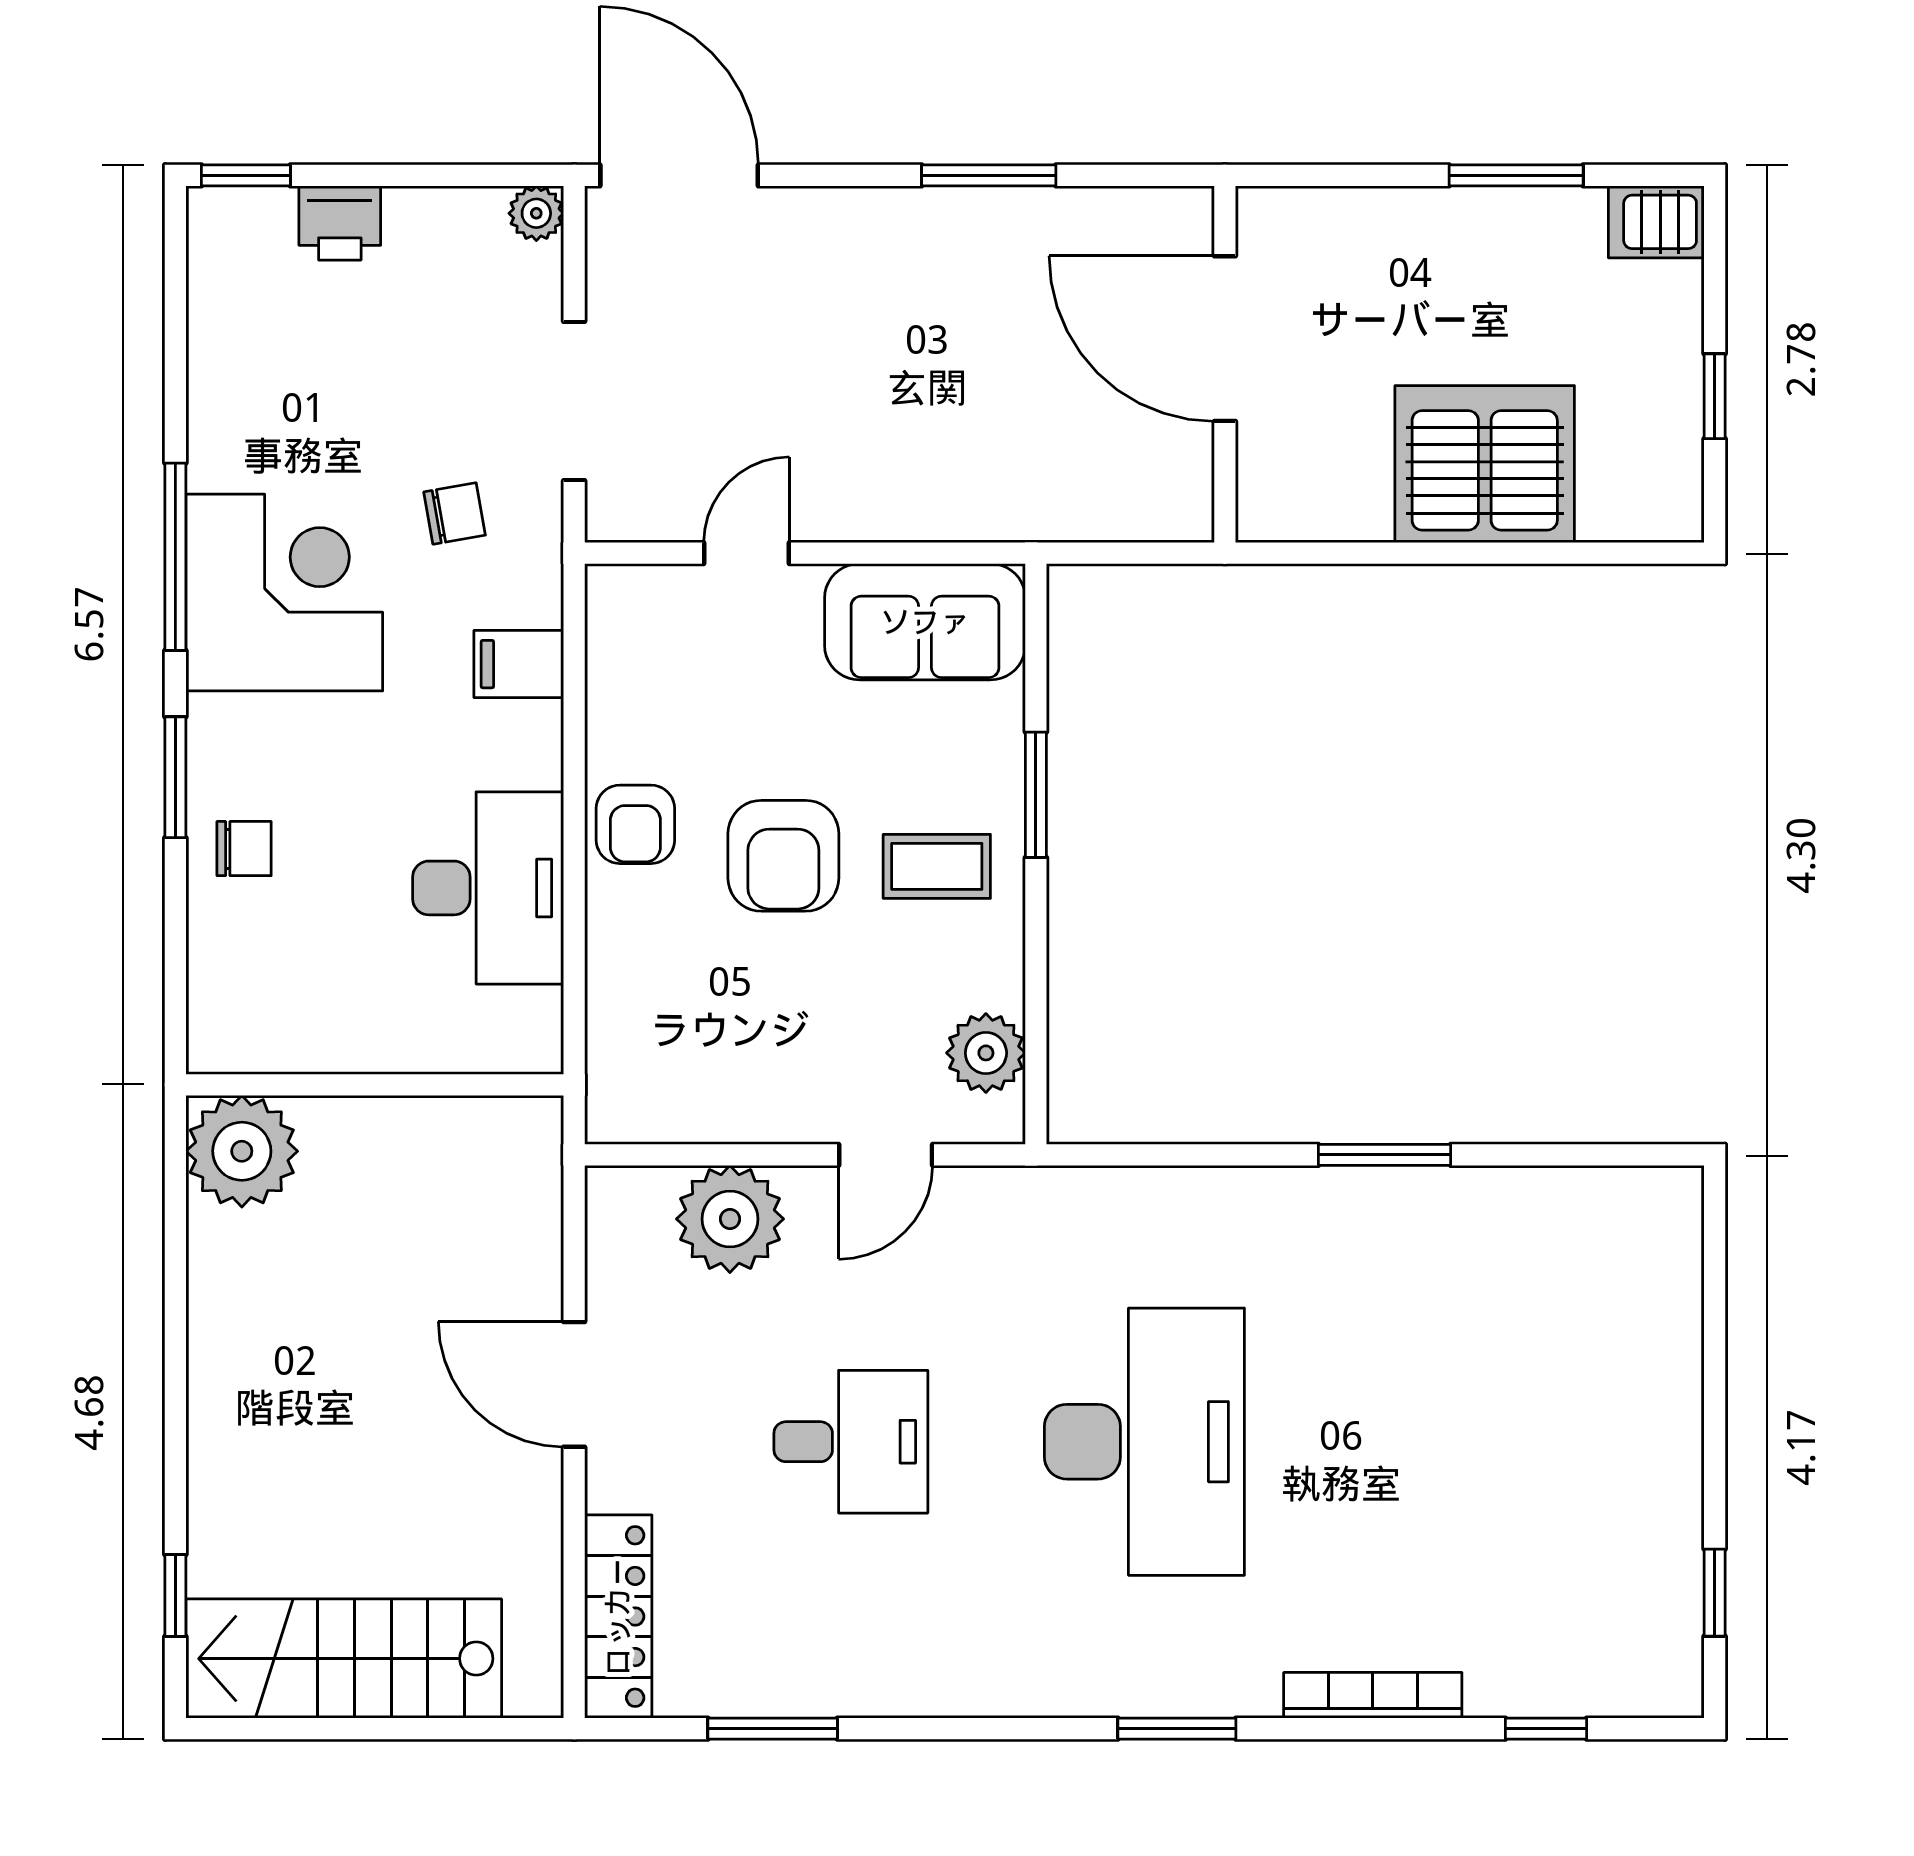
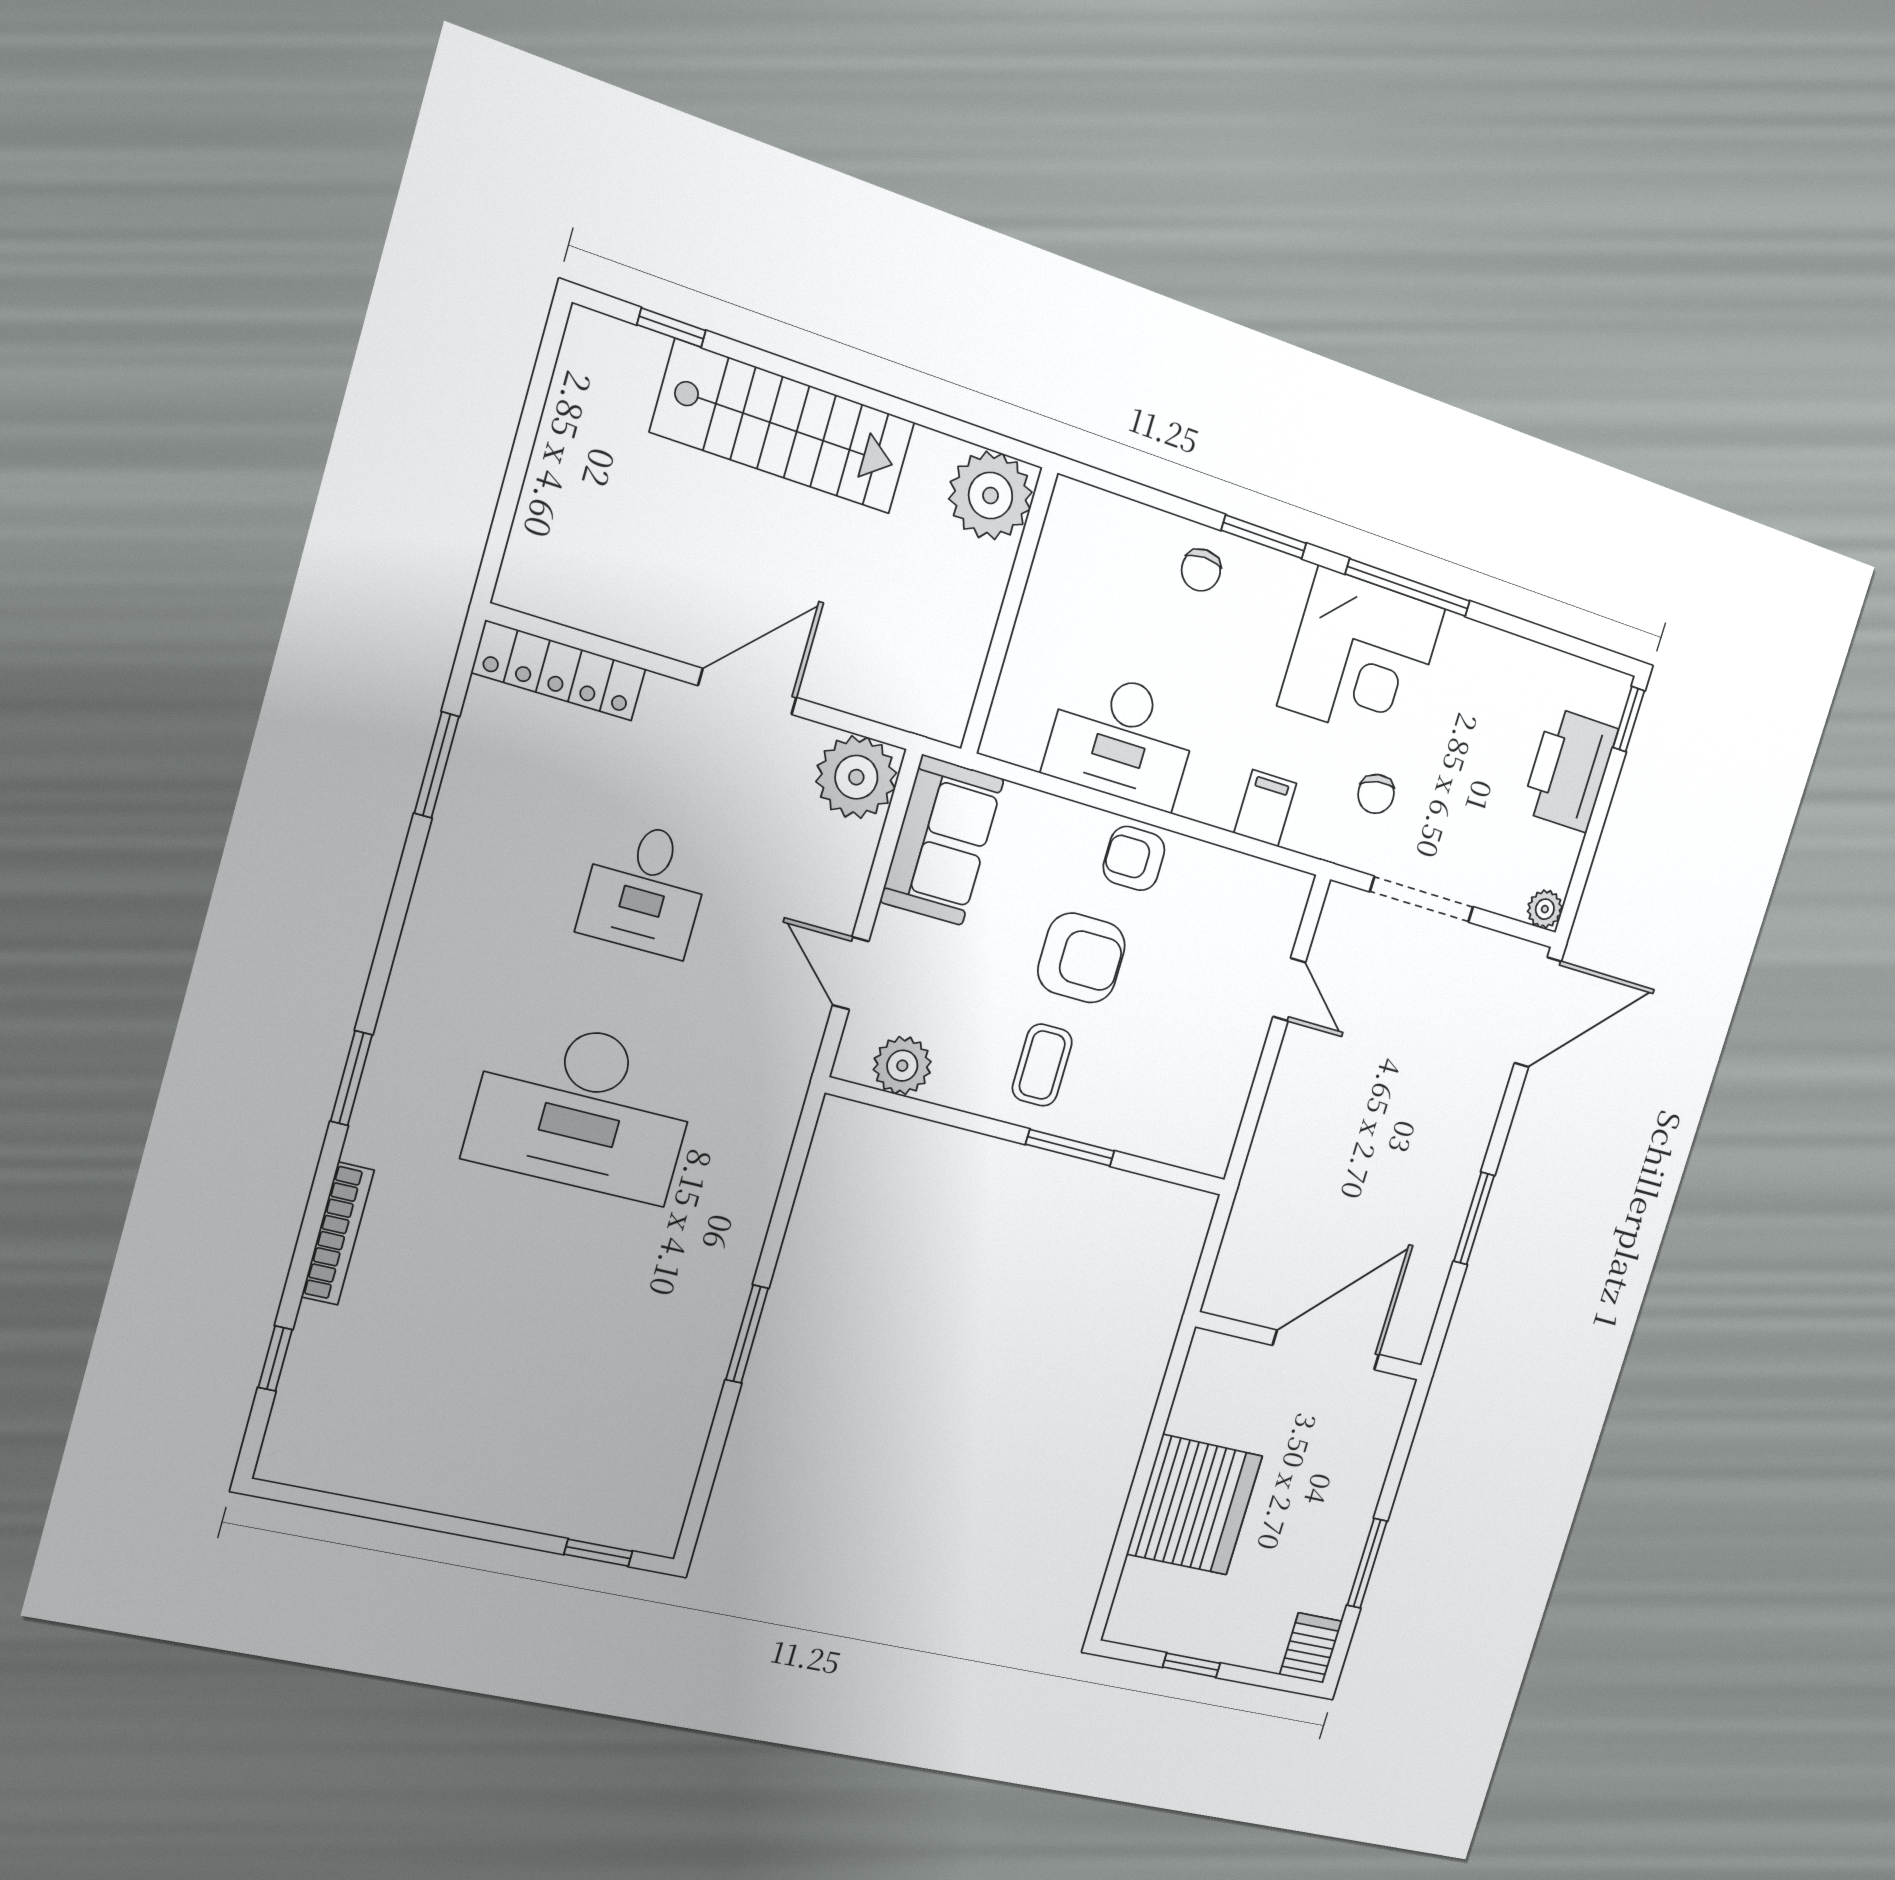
printer: (340, 223) -> (1569, 770), width x1.87, depth x1.48
sofa: (925, 622) -> (942, 840), moved, turned 180
armchair: (783, 856) -> (1081, 958), turned 180
plant: (730, 1219) -> (856, 777), moved
window: (1715, 1593) -> (598, 1553), moved
stairs: (344, 1659) -> (784, 427), moved, turned 90

